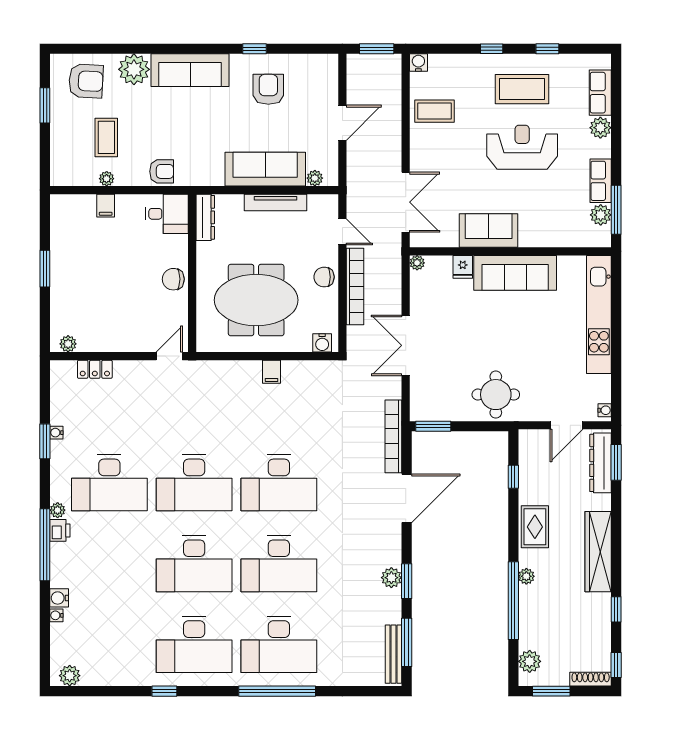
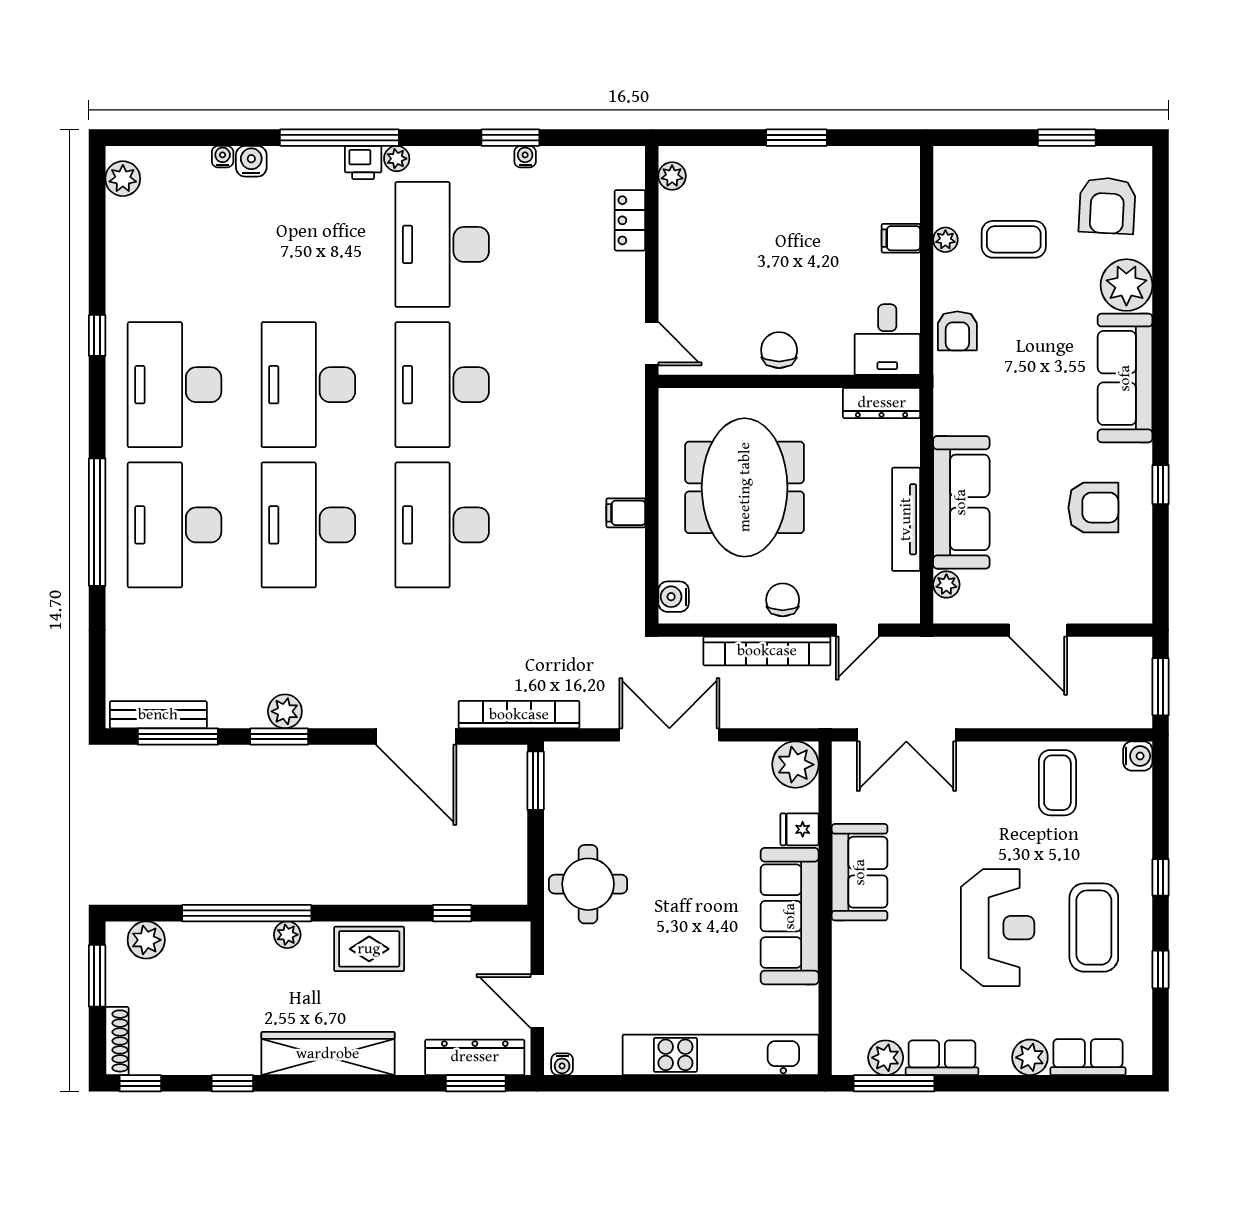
plant: (417, 263) -> (795, 765), width x1.88, depth x1.88

